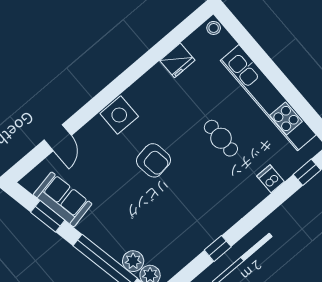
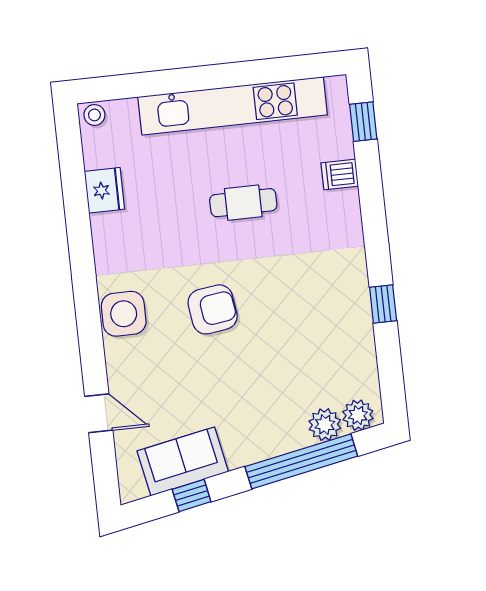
window: (48, 216) -> (192, 496), width x0.67

